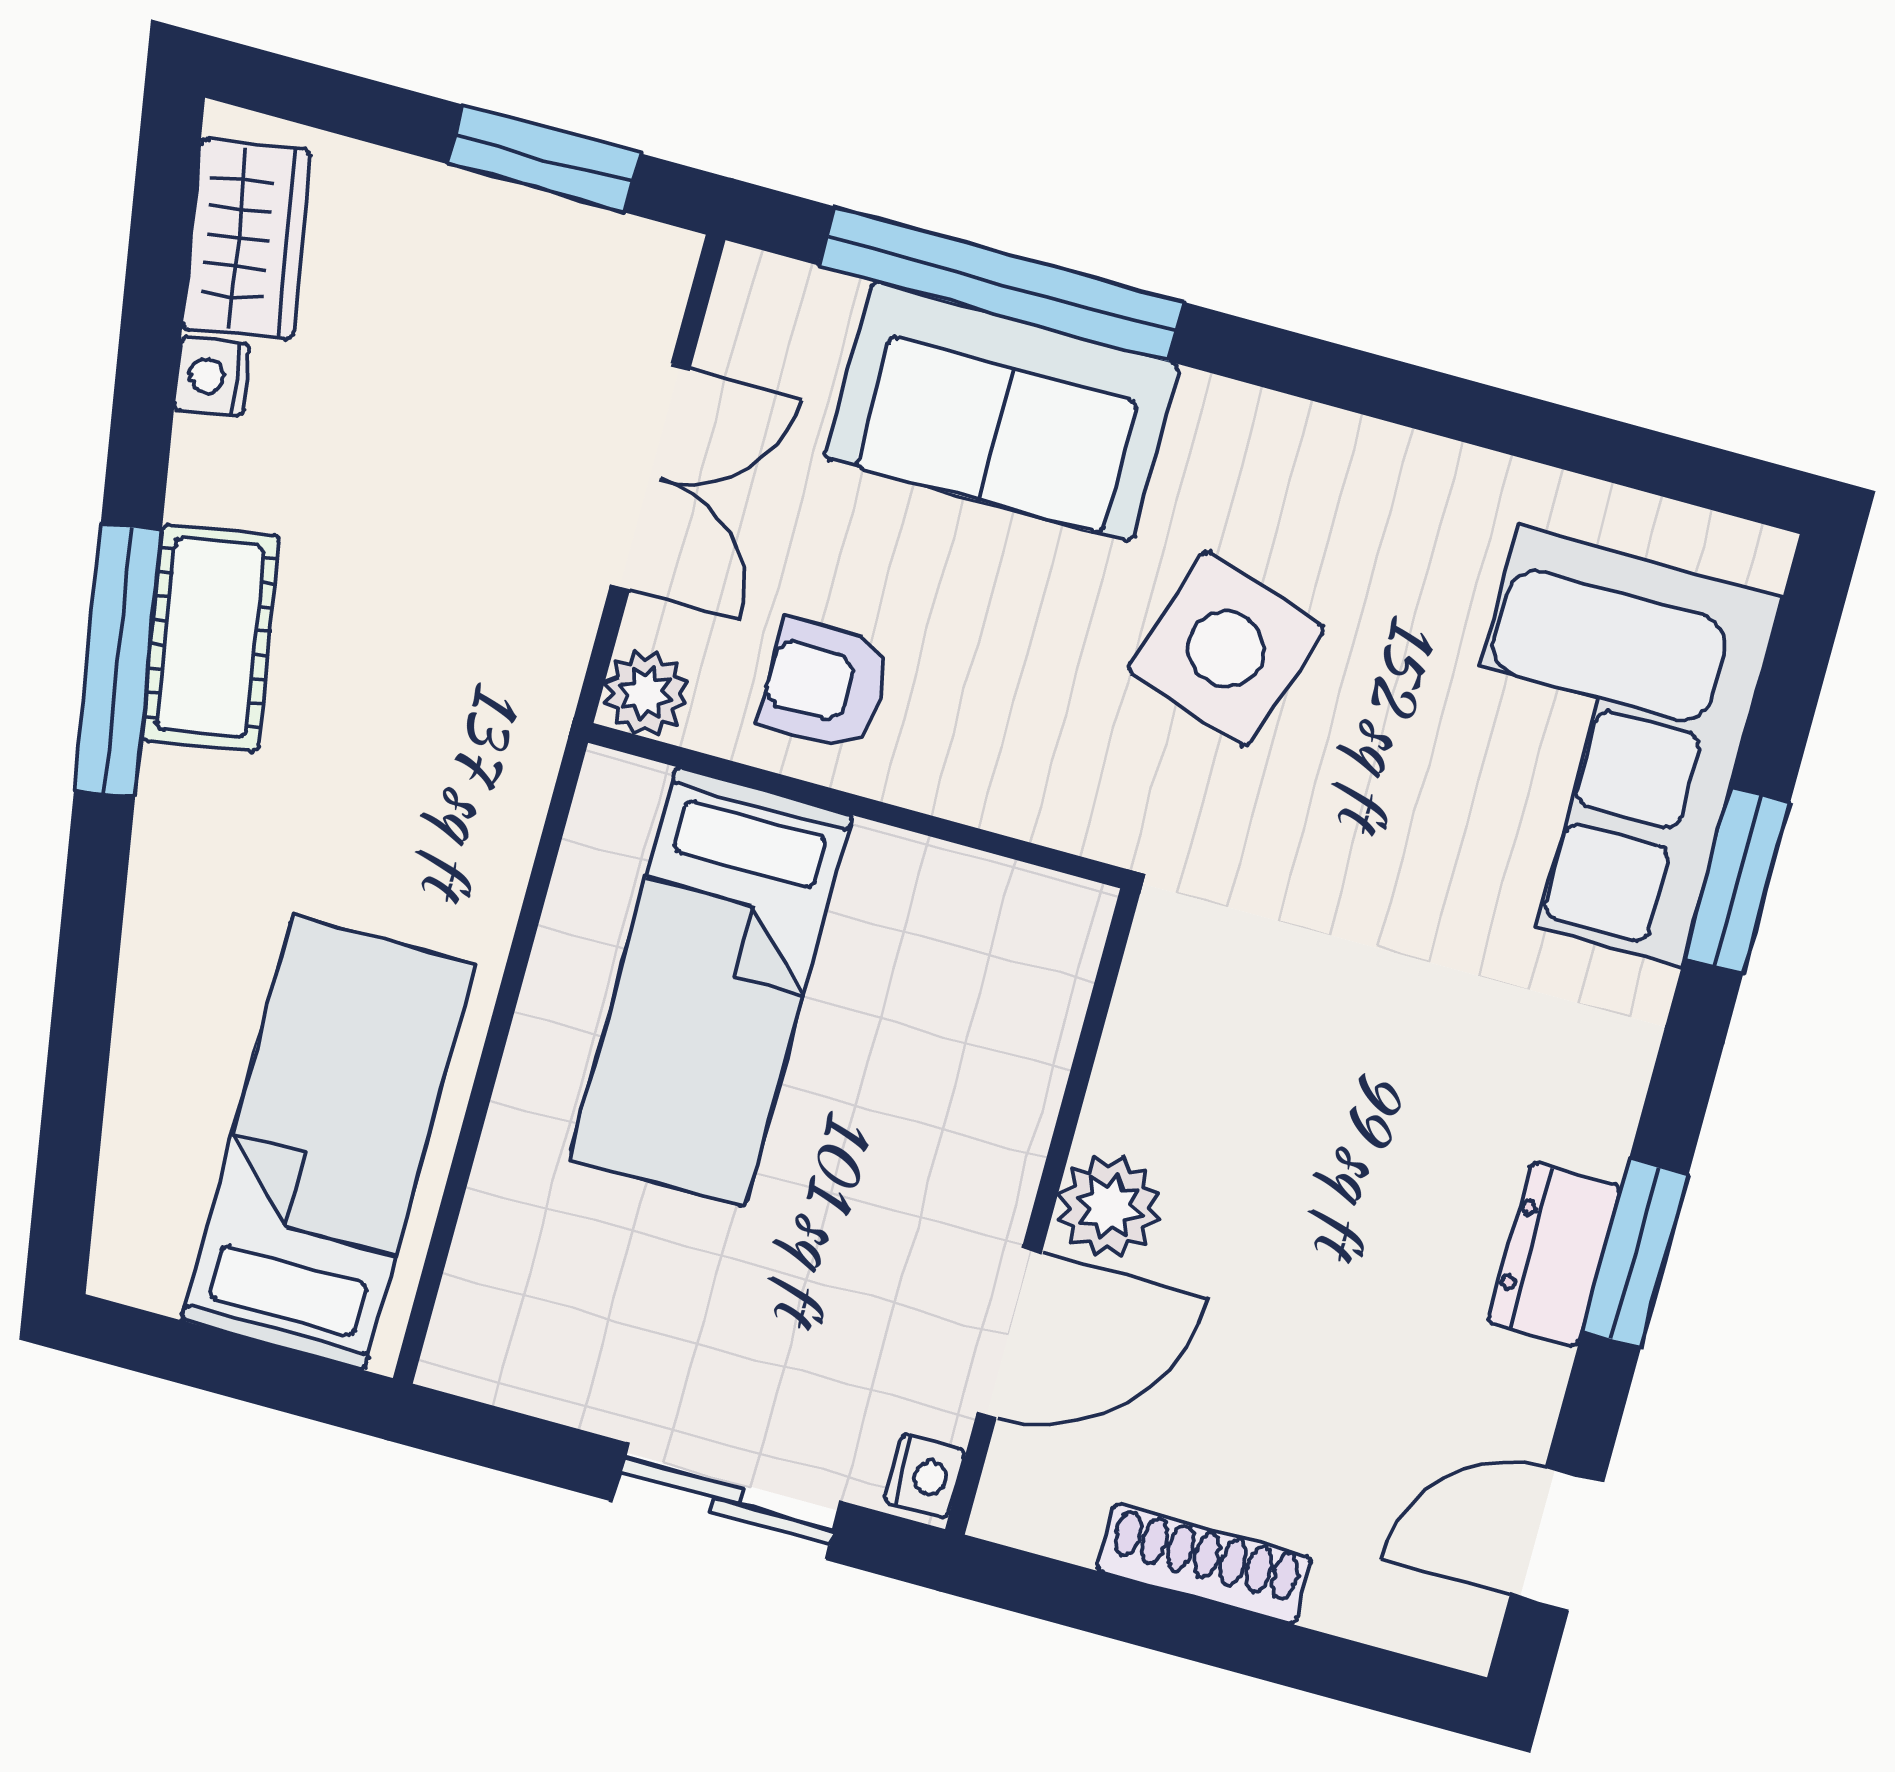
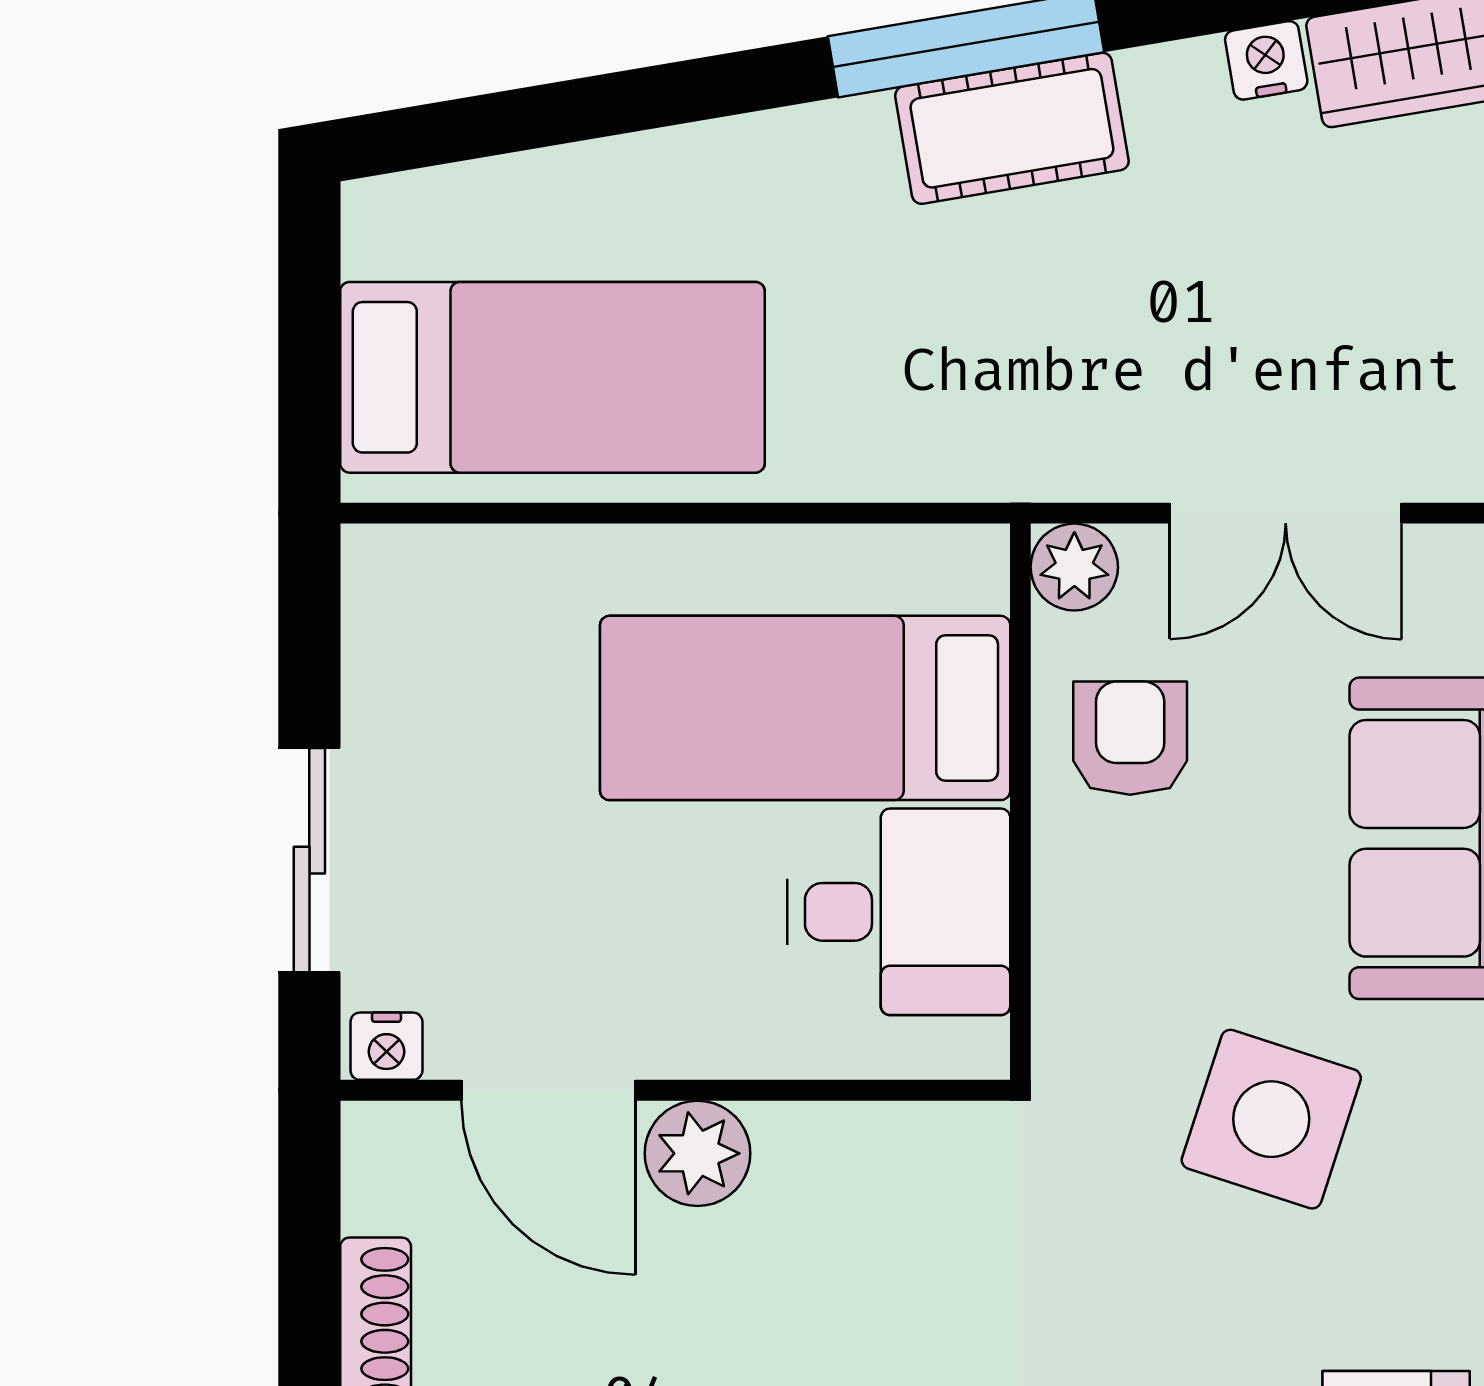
desk: (930, 951) -> (899, 912), added

